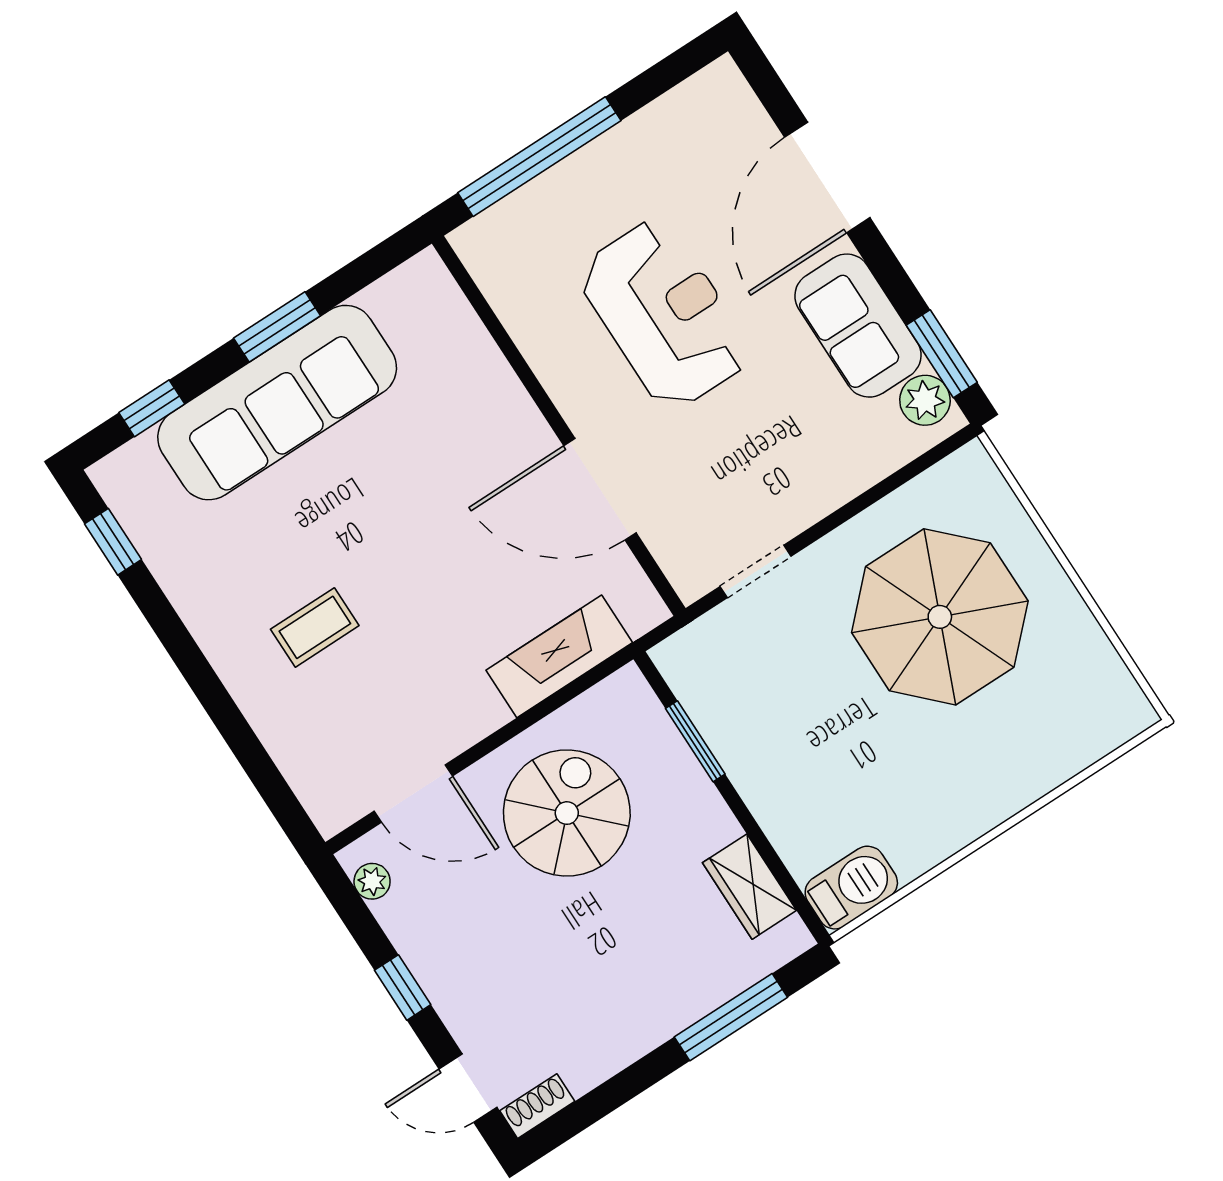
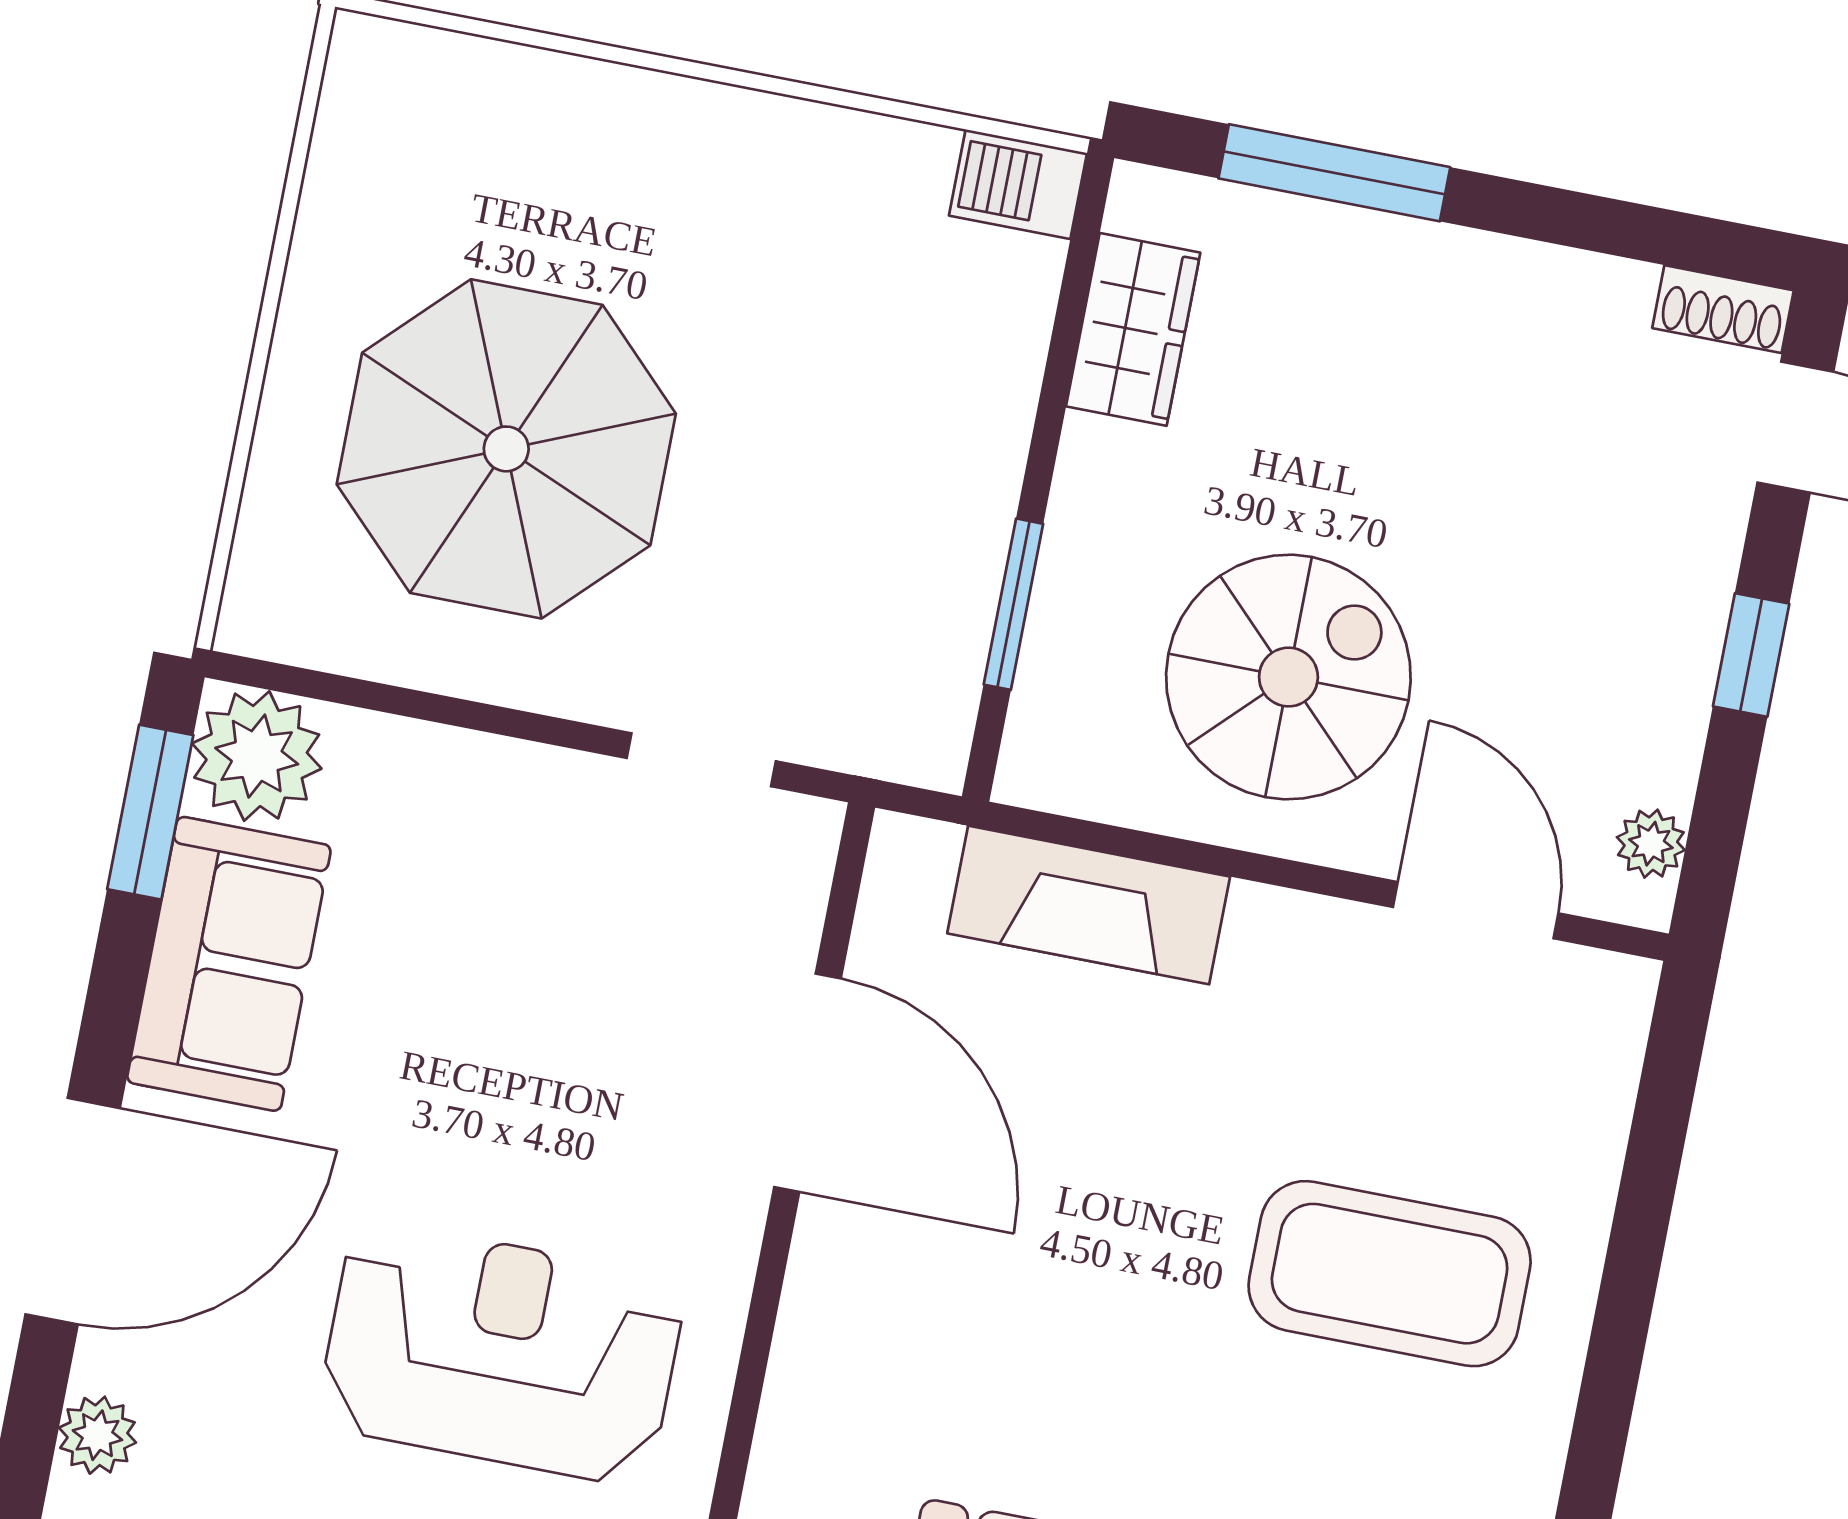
plant: (738, 103) -> (97, 1435), added
reception desk: (665, 314) -> (501, 1353), moved, turned 90
plant: (925, 400) -> (257, 756), width x1.36, depth x1.36
coffee table: (315, 627) -> (1390, 1274), width x1.86, depth x1.72
spiral stairs: (567, 813) -> (1288, 677), turned 180
barbecue: (851, 888) -> (1018, 184), width x0.73, depth x0.79

